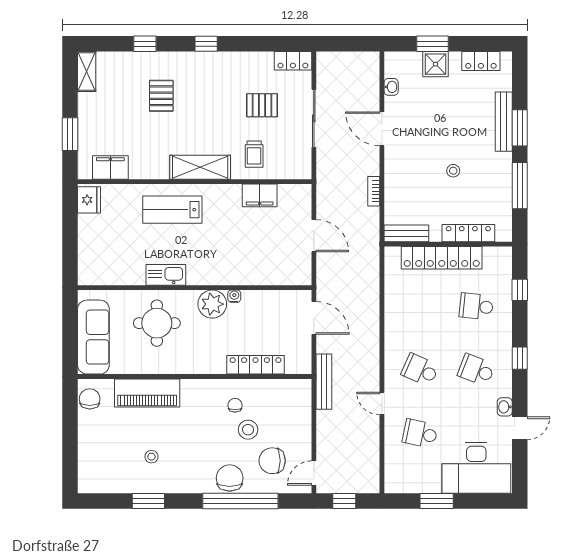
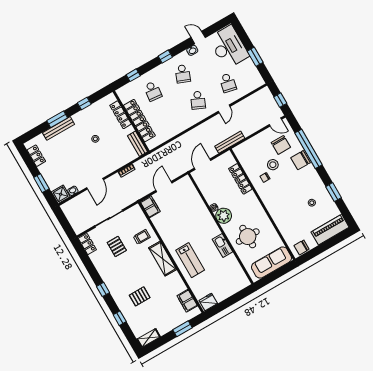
shower: (435, 64) -> (61, 194), moved
window: (520, 186) -> (84, 104), width x0.46
filing cabinet: (260, 195) -> (150, 207), moved
piano: (147, 393) -> (330, 230), moved, turned -90

